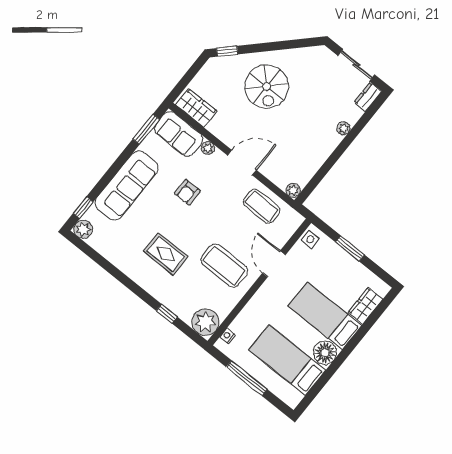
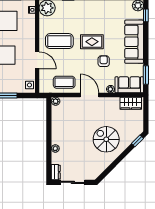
door: (242, 163) -> (89, 95), swing flipped
rug: (166, 254) -> (92, 42), moved

